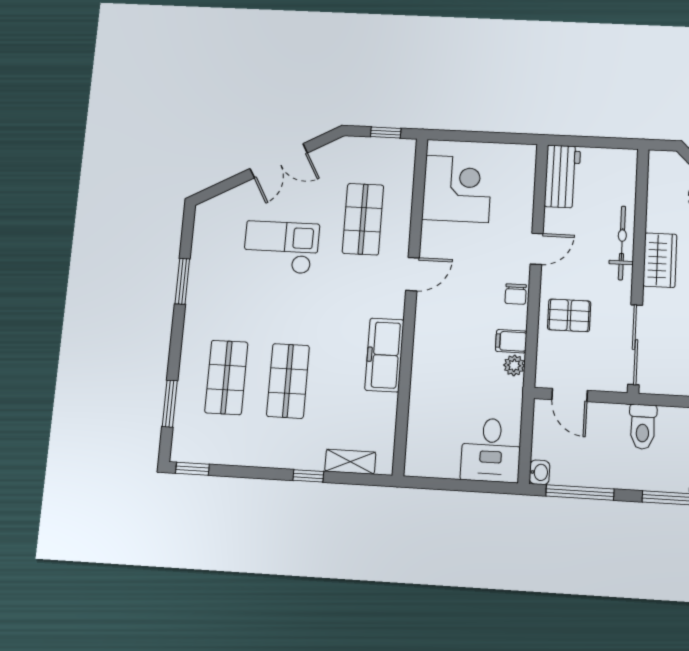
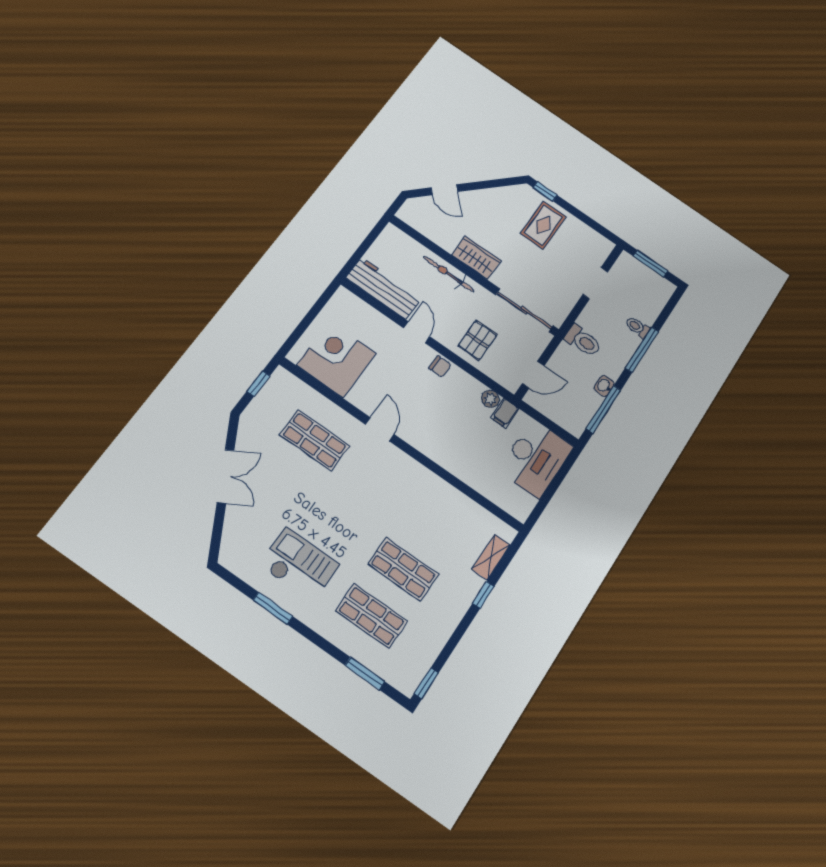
workbench: (562, 176) -> (384, 288), width x1.38
checkout: (281, 247) -> (299, 565), moved, turned 90
filing cabinet: (511, 341) -> (505, 413), moved
freezer: (384, 355) -> (427, 486), removed
desk: (491, 450) -> (536, 458), width x1.37
washbasin: (539, 472) -> (604, 386), moved, turned -90

